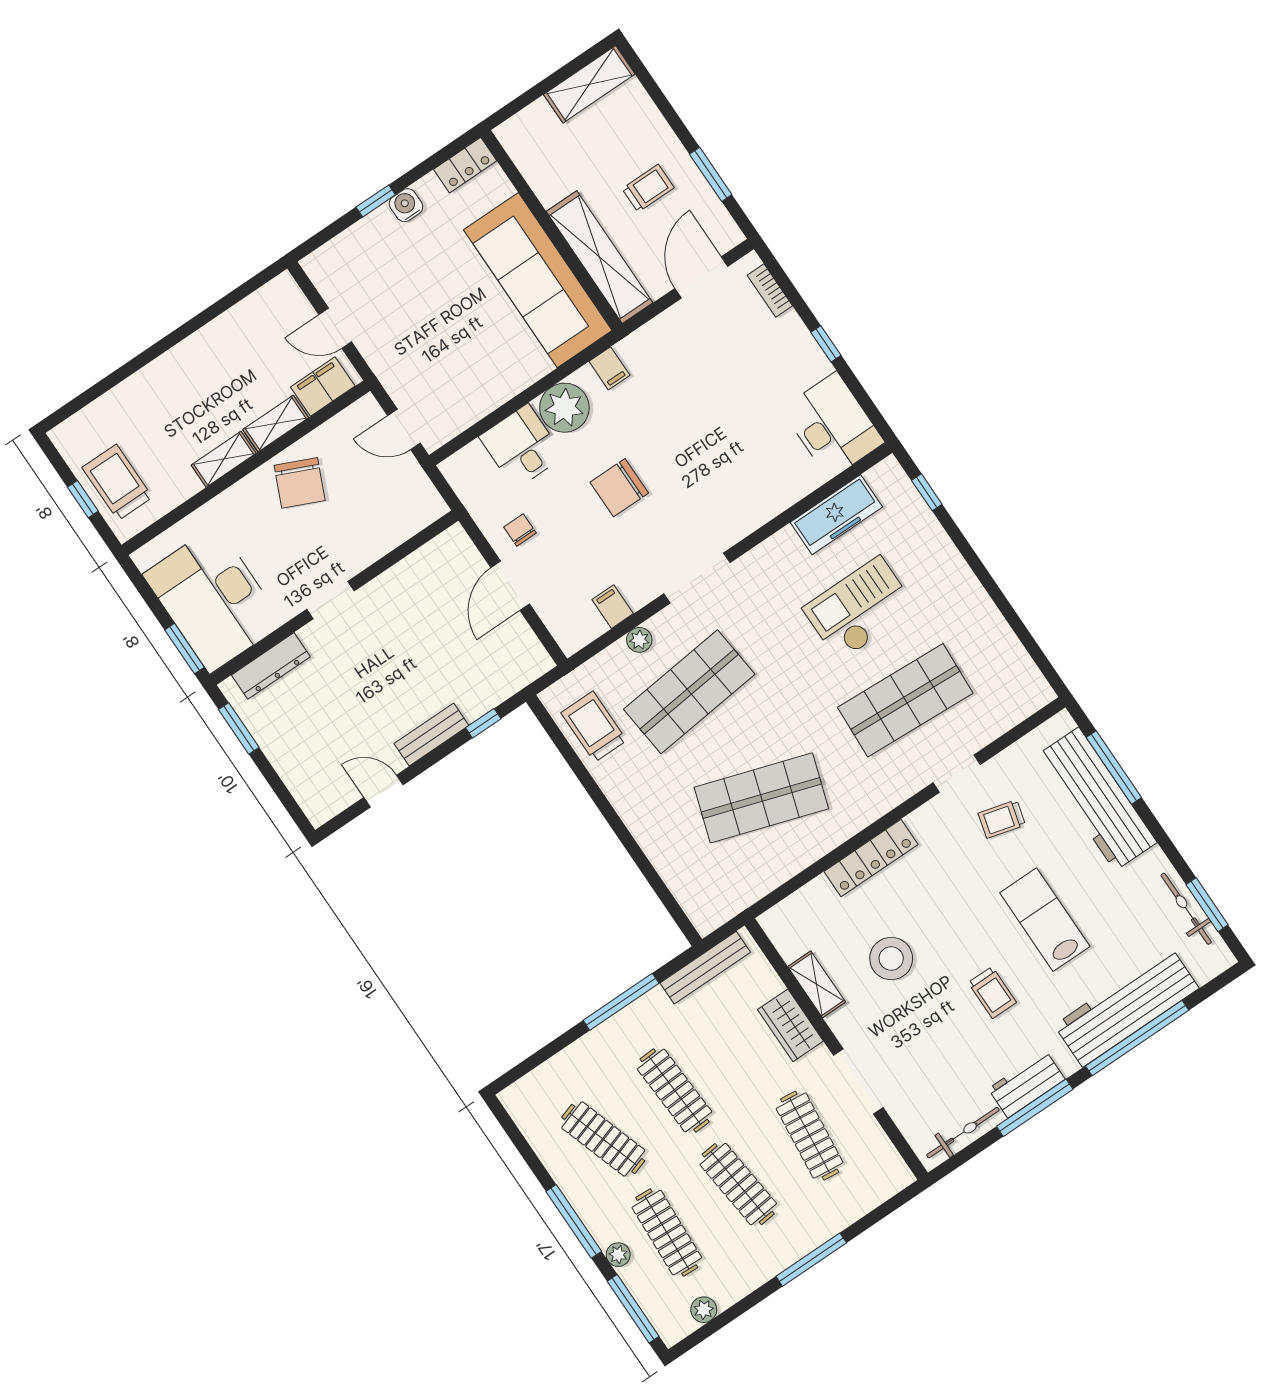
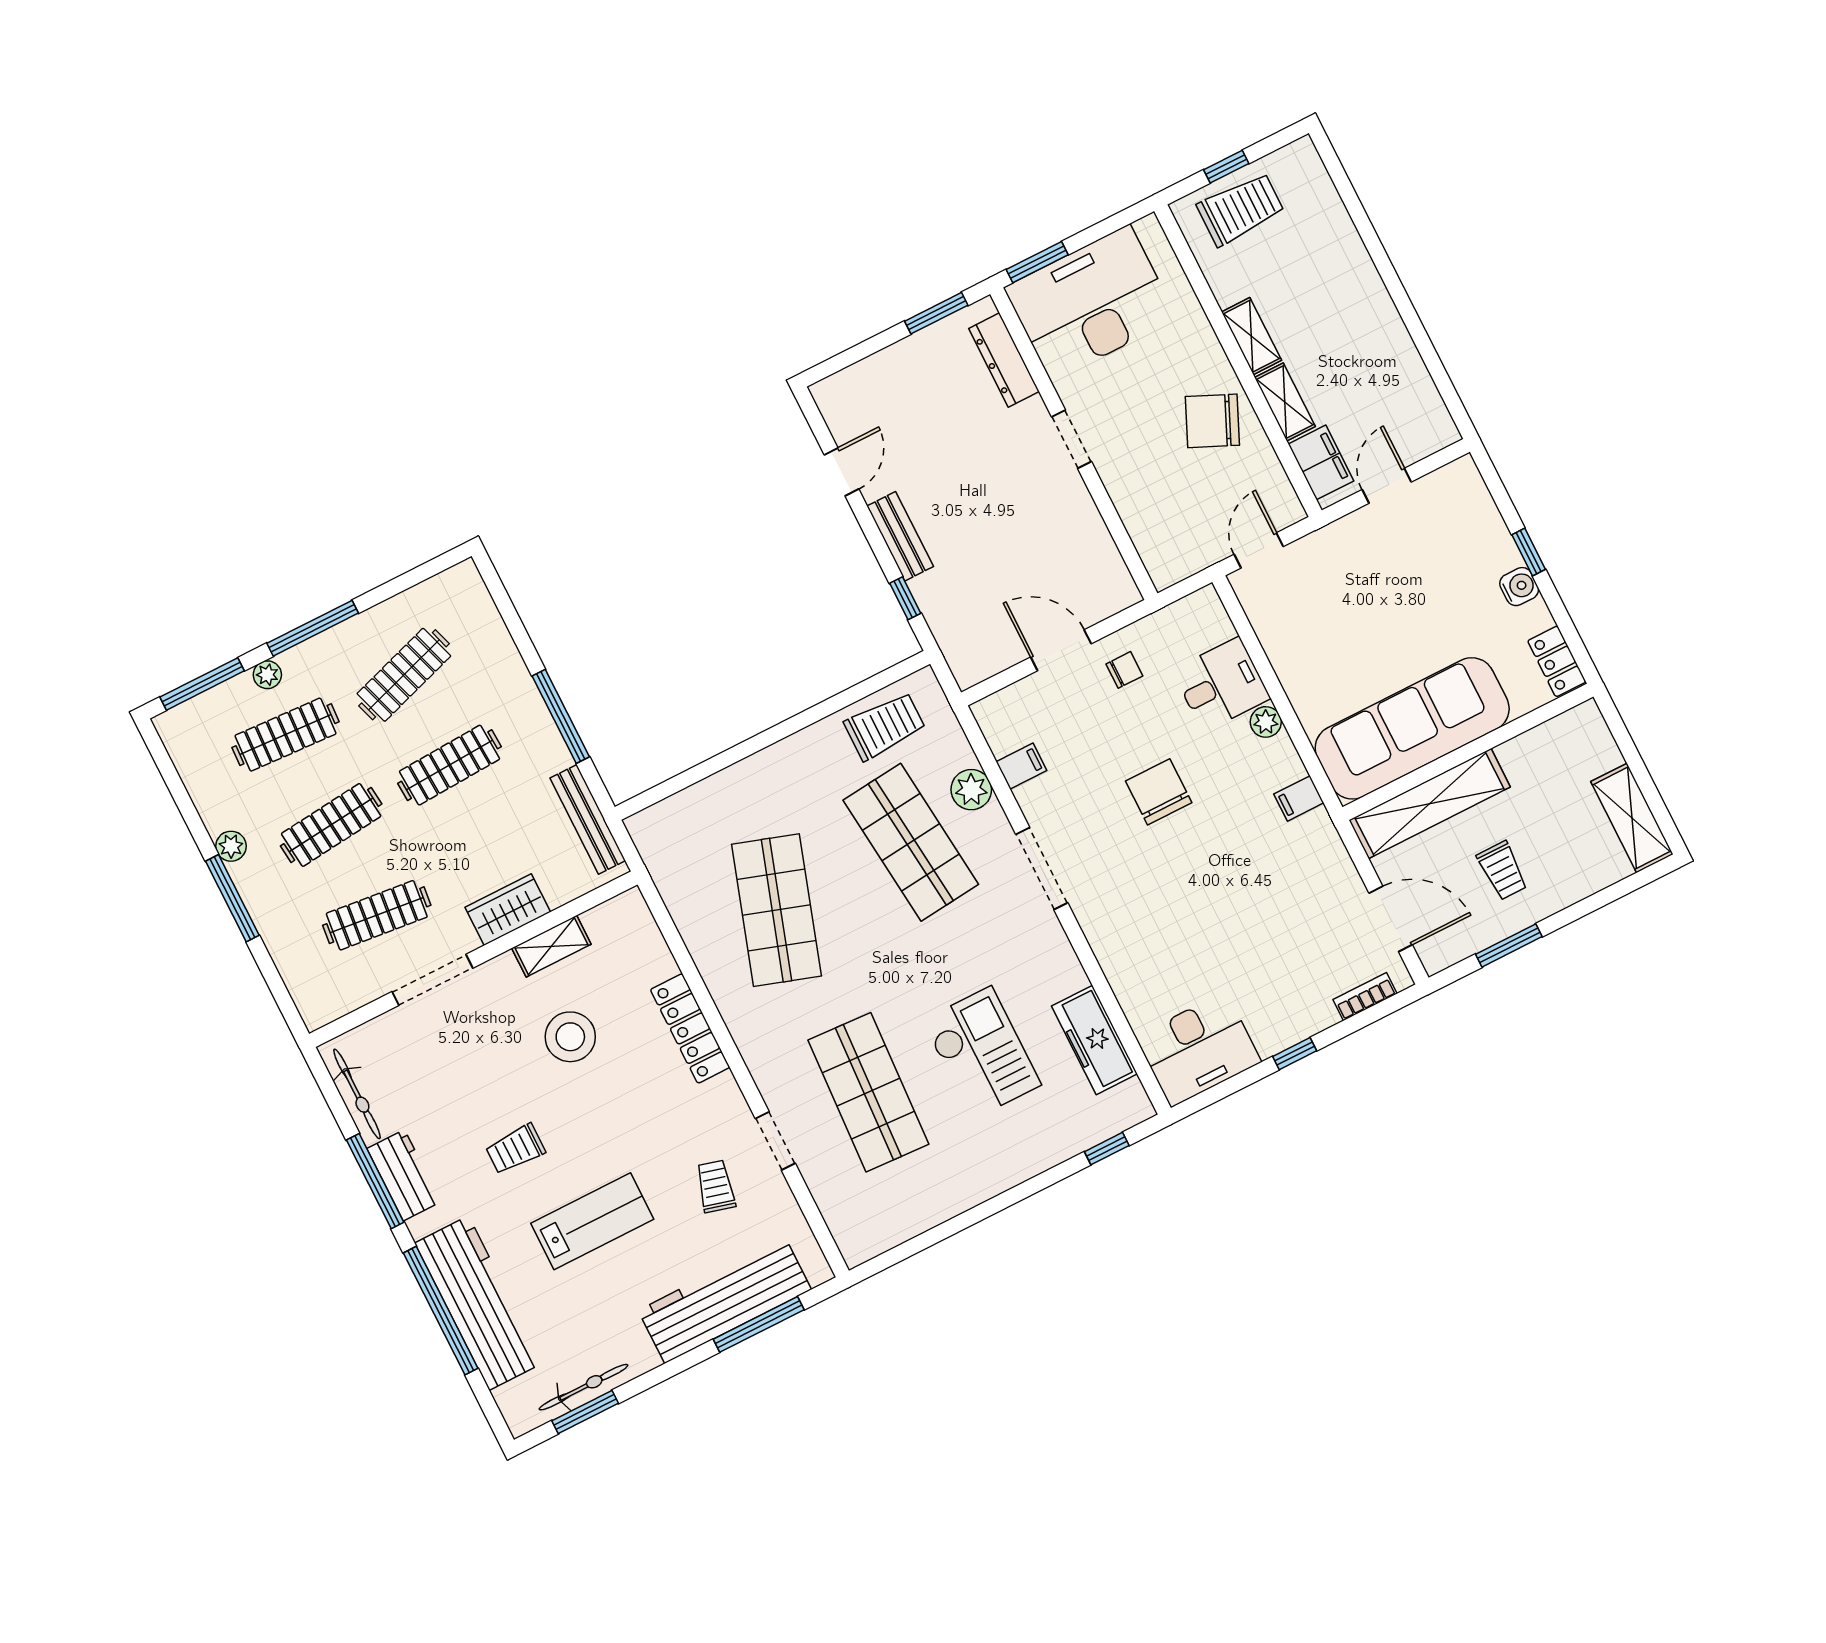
plant: (564, 408) -> (1266, 722), width x0.53, depth x0.53
plant: (639, 640) -> (971, 790), width x1.38, depth x1.38
plant: (704, 1310) -> (231, 846), moved

